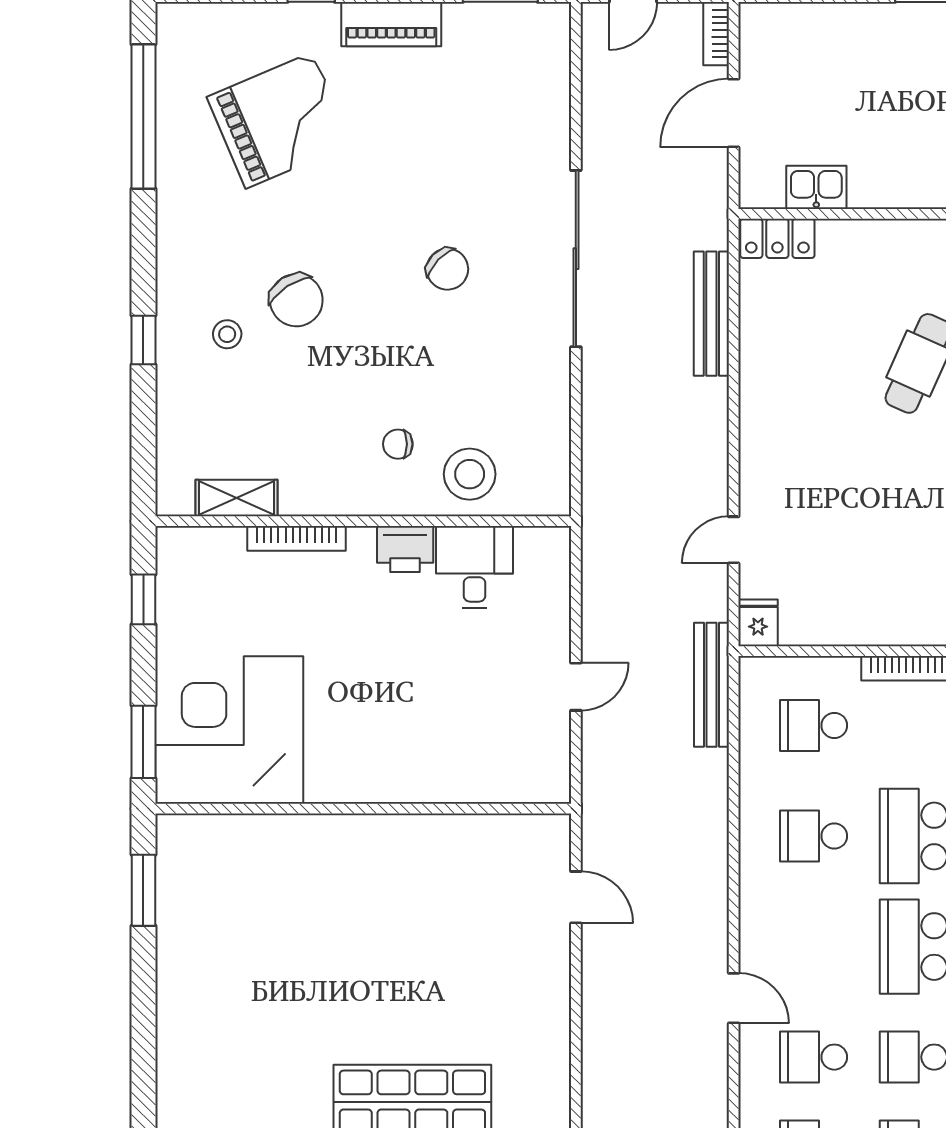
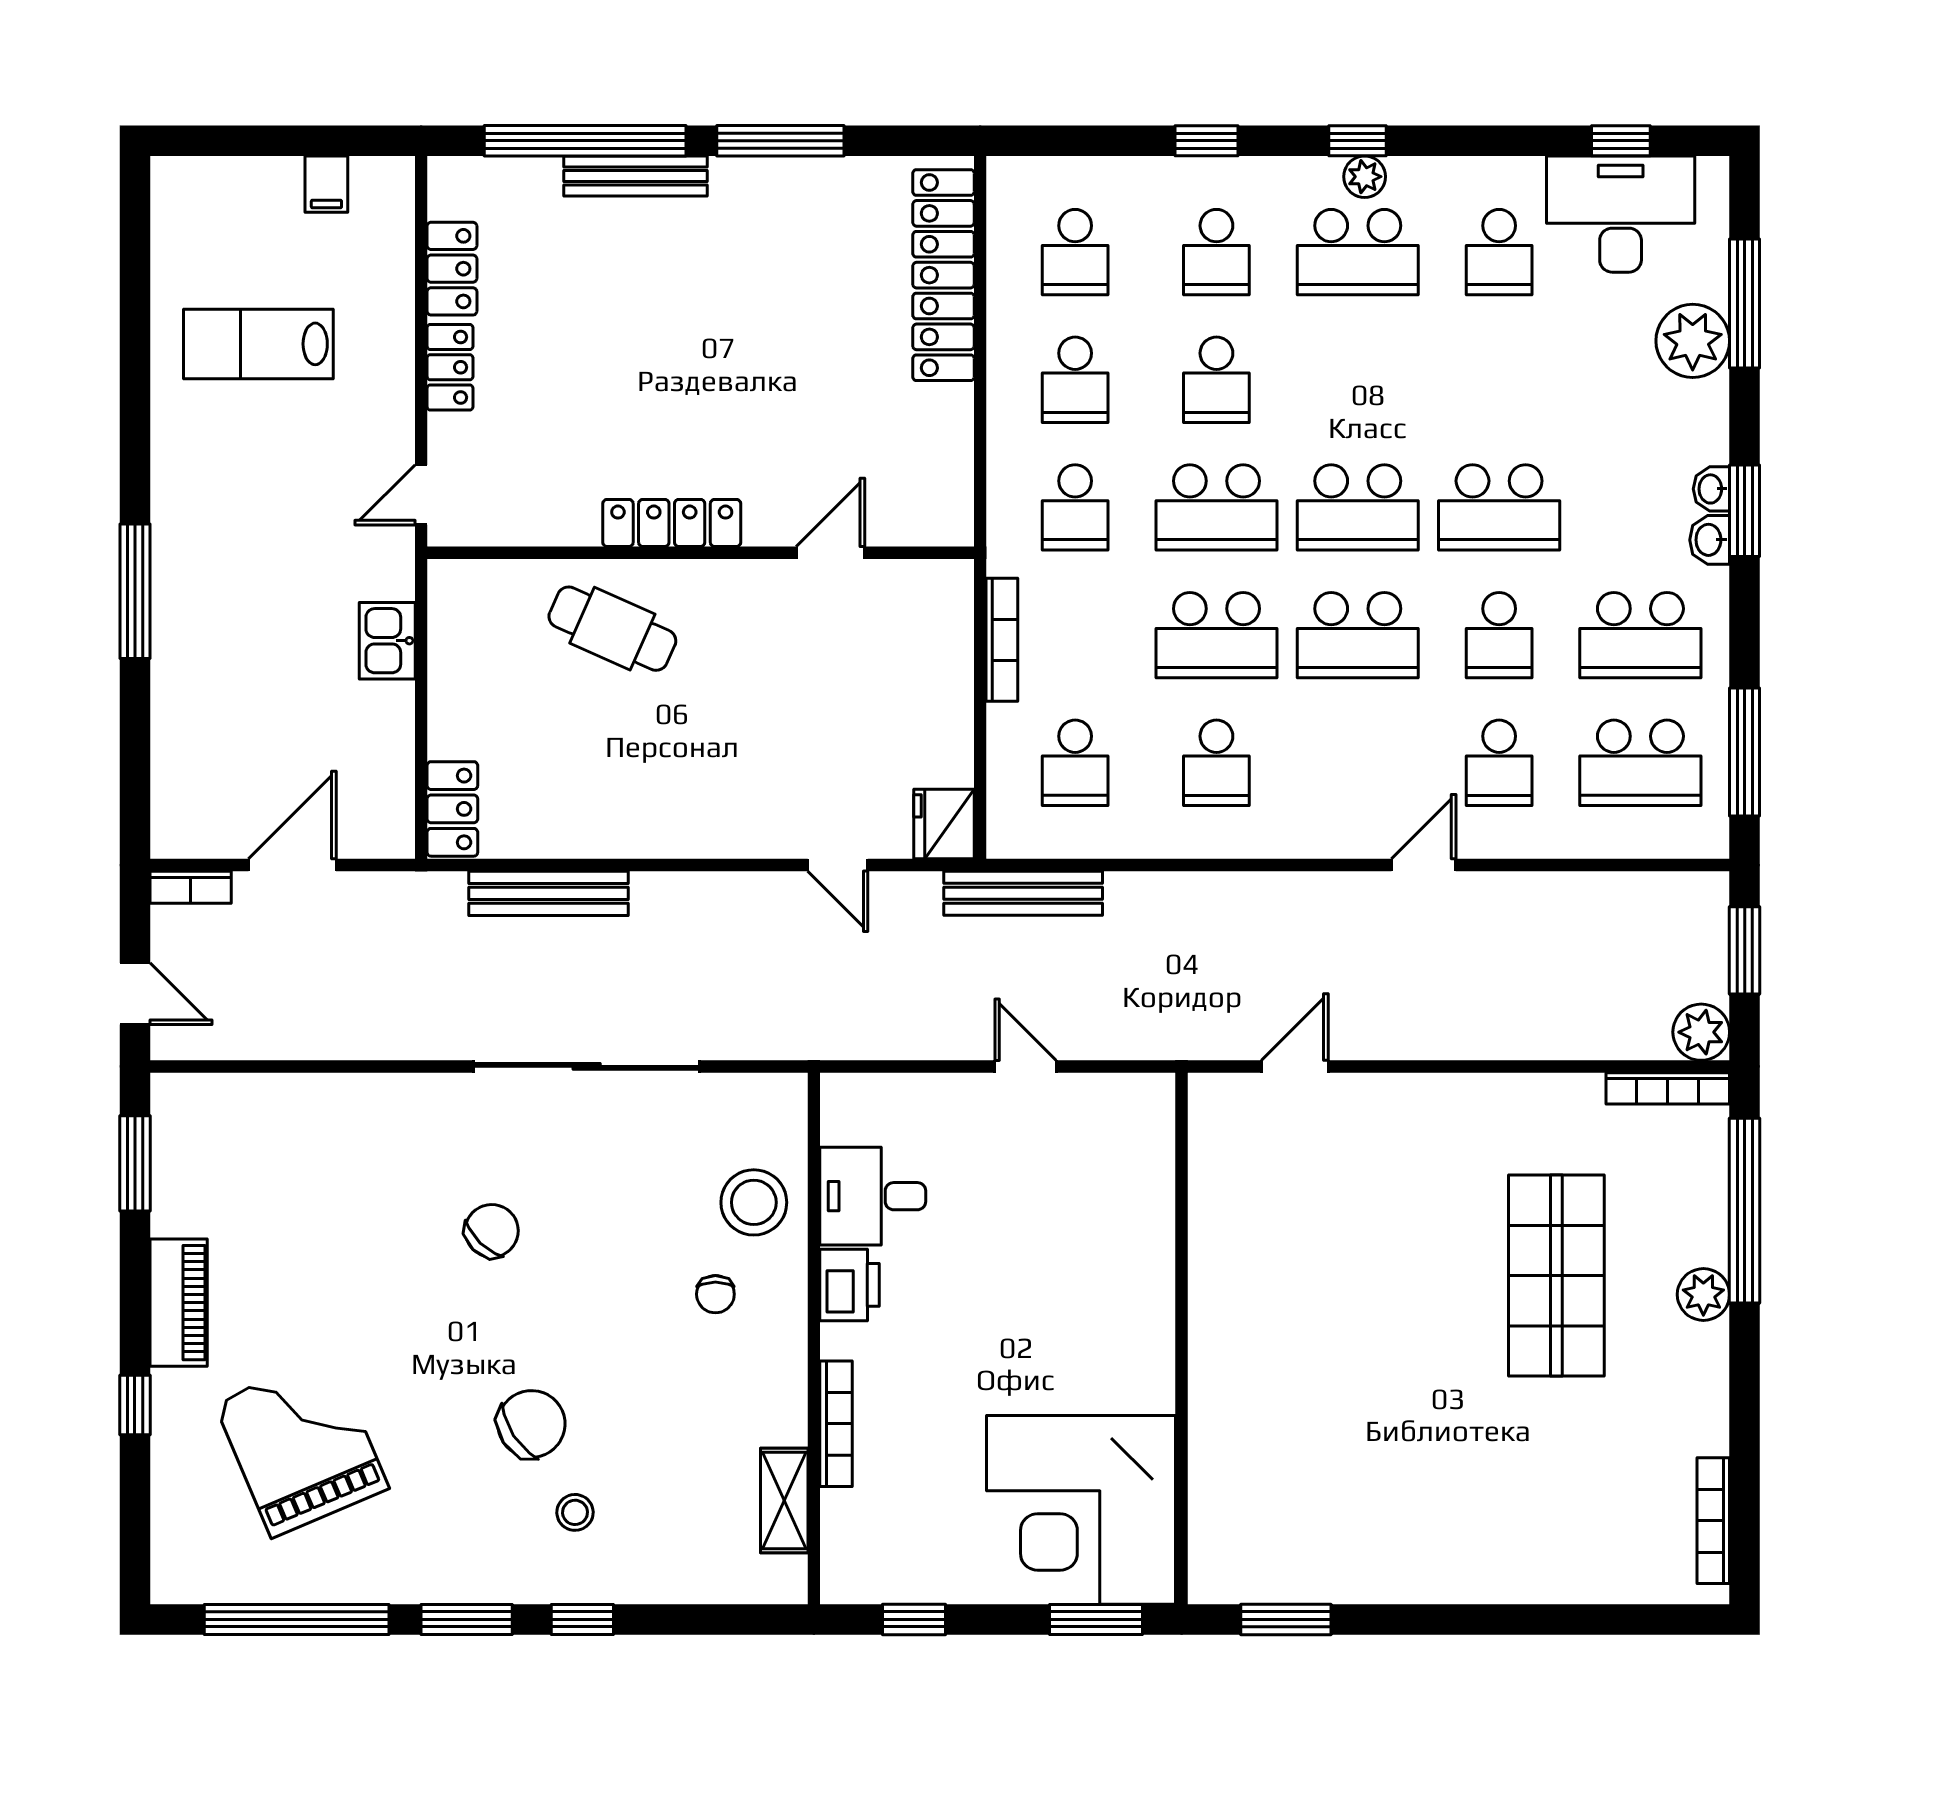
door: (734, 113) -> (292, 865), swing flipped
kitchen sink: (816, 187) -> (387, 641), moved
window: (143, 250) -> (467, 1619), added
sliding door: (576, 259) -> (587, 1066), moved
fridge: (758, 623) -> (944, 824), width x1.38

